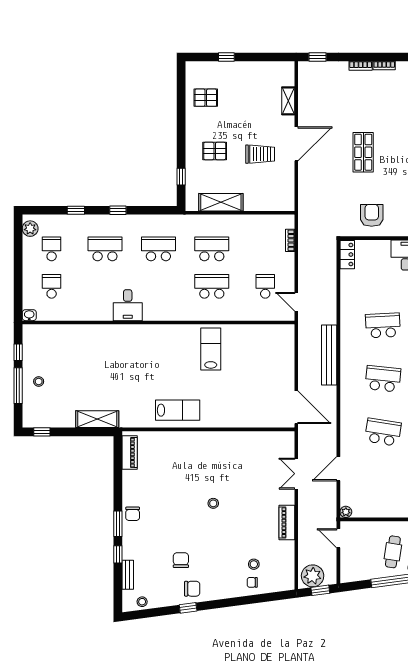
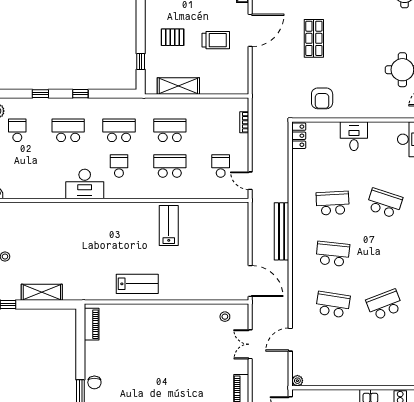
armchair: (372, 215) -> (322, 98), turned 180
school desk: (52, 286) -> (119, 166), moved
desk: (128, 305) -> (85, 184), width x1.37
shelving: (97, 419) -> (42, 292), moved
stool: (213, 503) -> (225, 317), moved

